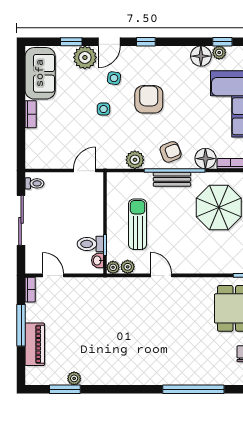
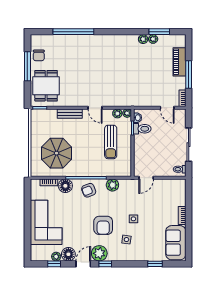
door: (109, 42) -> (83, 264), moved
plant: (85, 57) -> (99, 253), moved
bench: (172, 179) -> (70, 114), moved
plant: (89, 378) -> (143, 39), added

